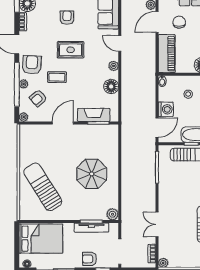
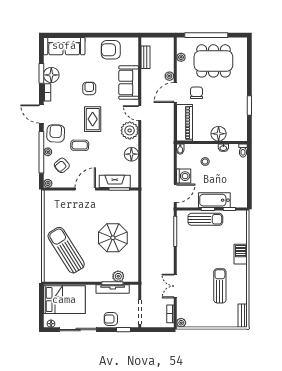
rug: (71, 50) -> (93, 119), turned 90
plant: (114, 66) -> (130, 130), width x1.88, depth x1.88
plant: (113, 214) -> (118, 276), moved

